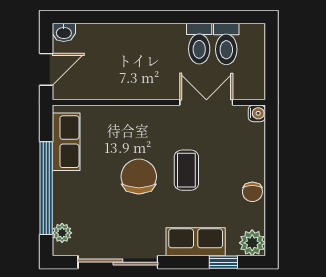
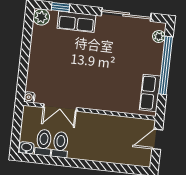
washbasin: (64, 32) -> (27, 148), moved
coffee table: (186, 170) -> (77, 67), removed
chair: (139, 177) -> (107, 66), removed
chair: (252, 192) -> (38, 49), removed

